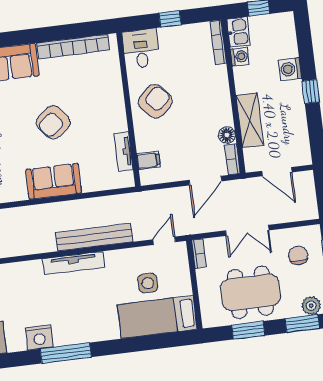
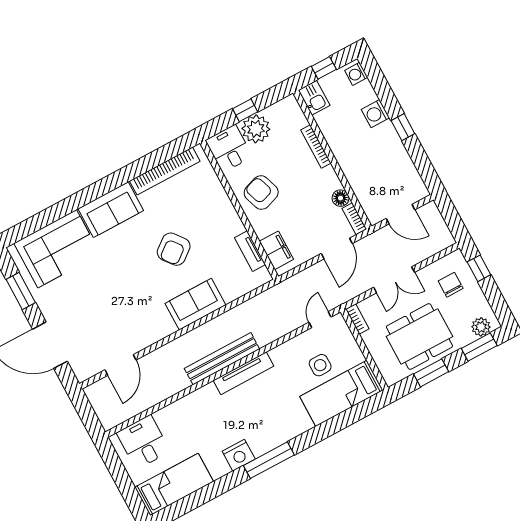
plant: (173, 40) -> (256, 129), added
bookcase: (218, 42) -> (316, 147), moved
washing machine: (240, 57) -> (356, 74), moved, turned 180
armchair: (155, 101) -> (261, 193), turned -67
shelving: (250, 120) -> (356, 176), removed
filing cabinet: (149, 160) -> (276, 250), width x2.00
bench: (94, 237) -> (222, 359), moved

